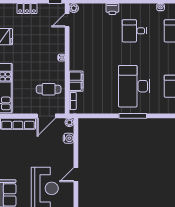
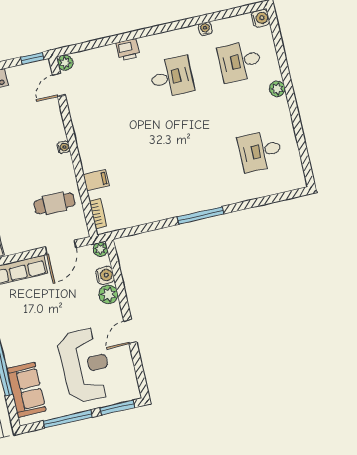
desk: (134, 31) -> (172, 77), turned 180
filing cabinet: (76, 81) -> (96, 180), width x0.50
desk: (134, 86) -> (192, 167), removed
plant: (68, 150) -> (108, 294), added

